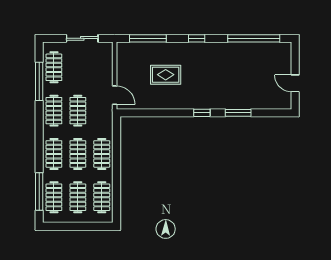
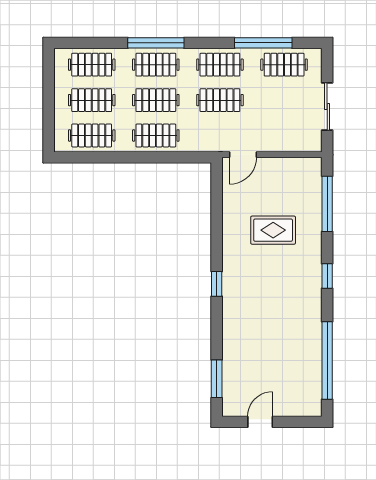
rug: (166, 75) -> (273, 230), turned 90
window: (238, 113) -> (217, 379), moved
window: (39, 192) -> (156, 43), moved

